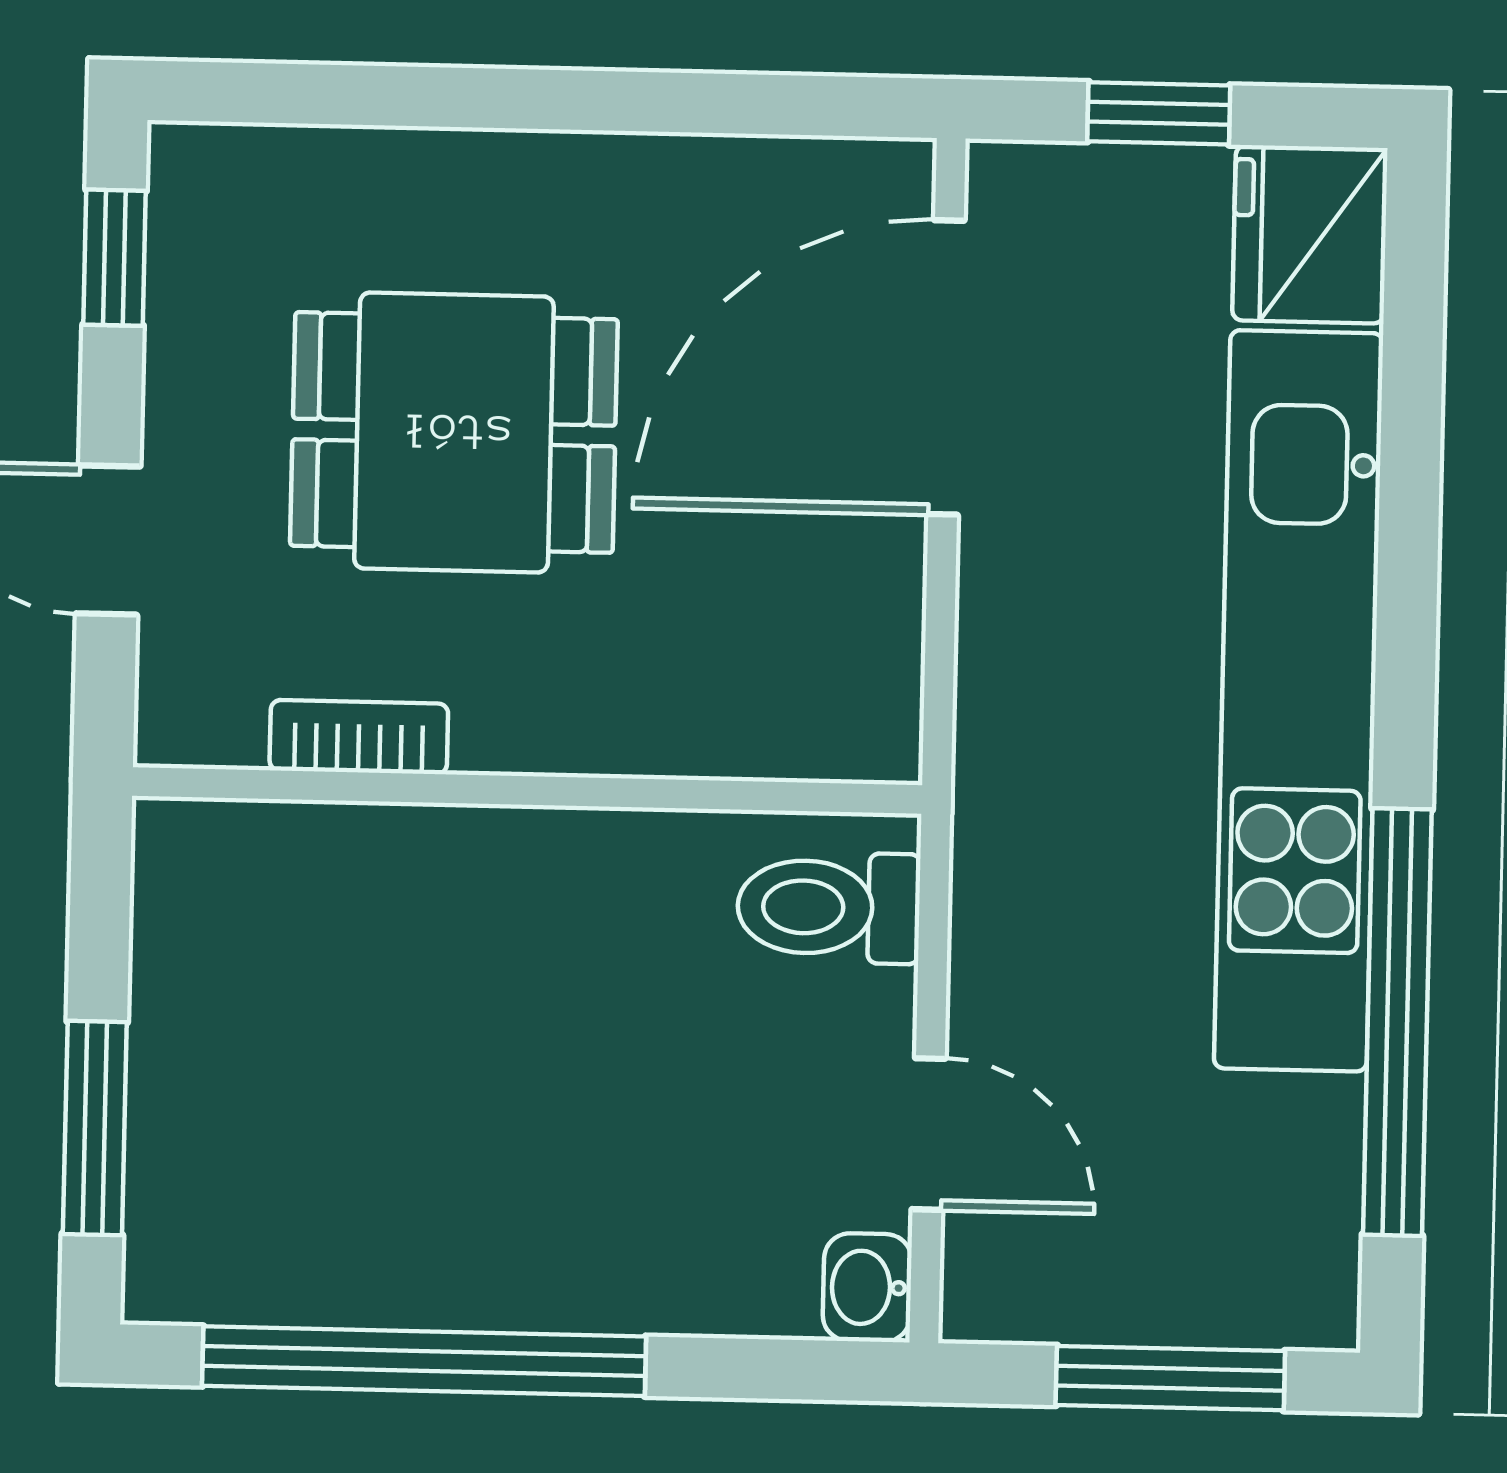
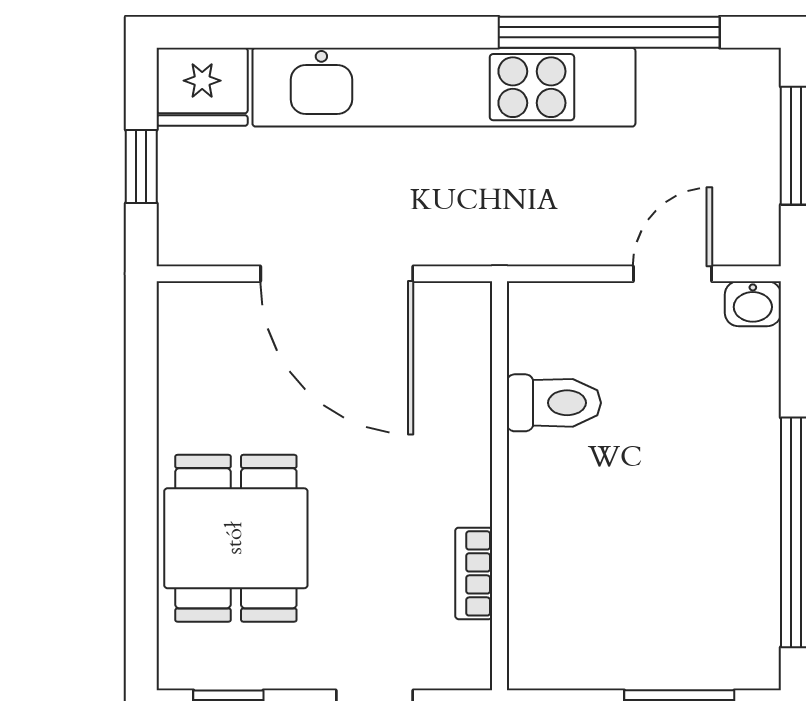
door: (946, 367) -> (337, 274), moved
dining table: (454, 432) -> (236, 538), moved
toilet: (829, 907) -> (554, 403), moved, turned -90

